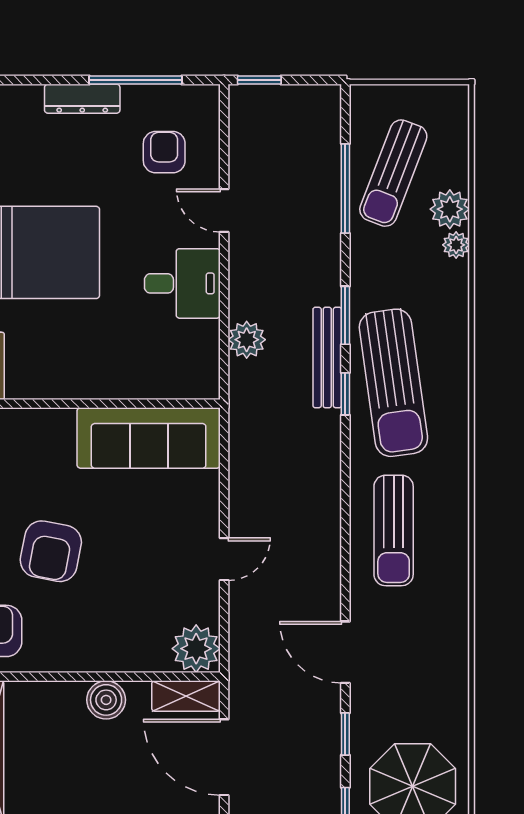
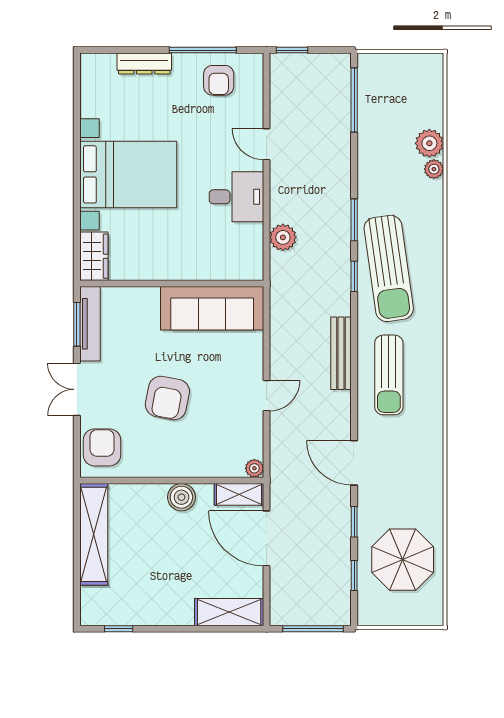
dresser: (82, 99) -> (144, 64), moved
armchair: (164, 152) -> (219, 80), moved, turned 180
sun lounger: (393, 173) -> (389, 117), removed
window: (345, 188) -> (354, 100), moved
bench: (327, 358) -> (341, 353), moved
armchair: (51, 551) -> (167, 398), moved
plant: (196, 649) -> (254, 468), width x0.53, depth x0.53

